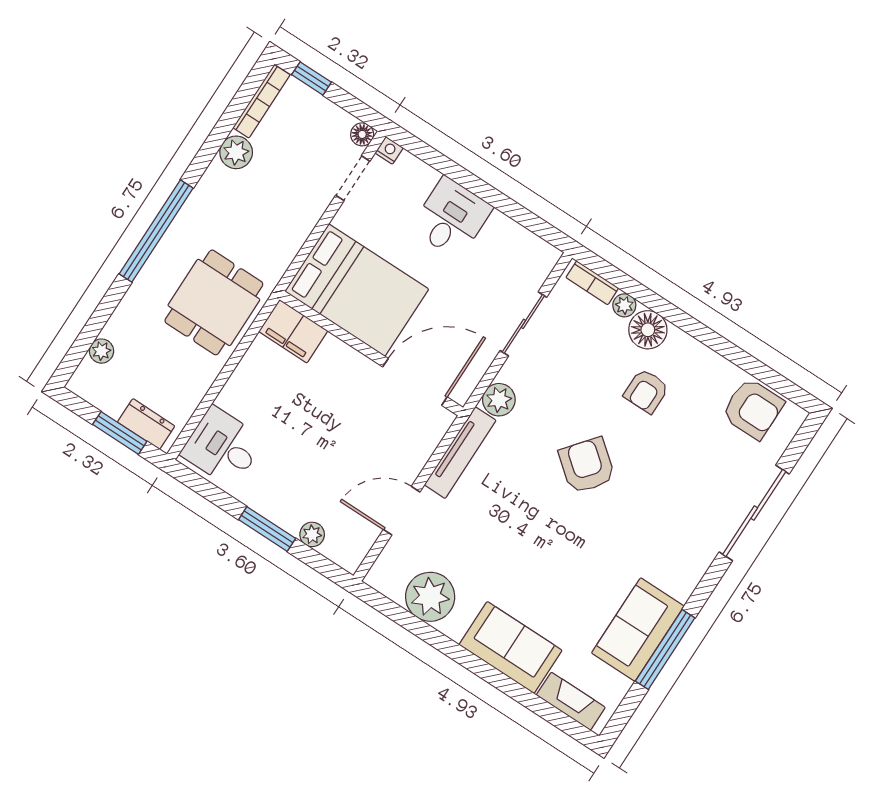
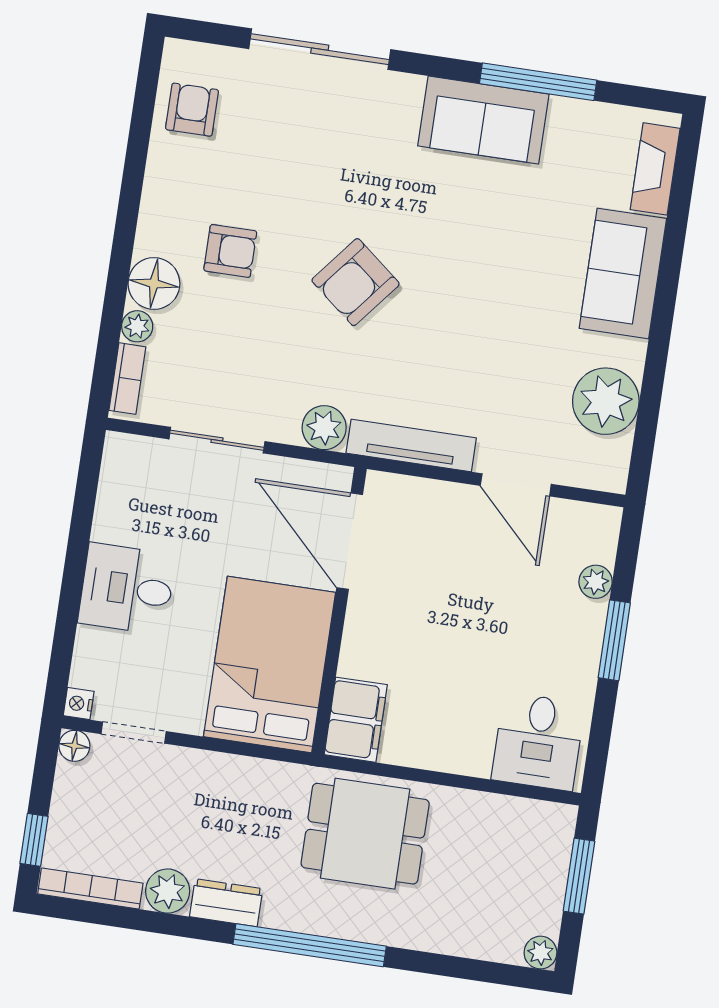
plant: (102, 351) -> (540, 953), moved
armchair: (753, 409) -> (192, 110), width x0.72, depth x0.72
dresser: (146, 424) -> (226, 903), moved, turned 90
sofa: (638, 630) -> (483, 120), moved

